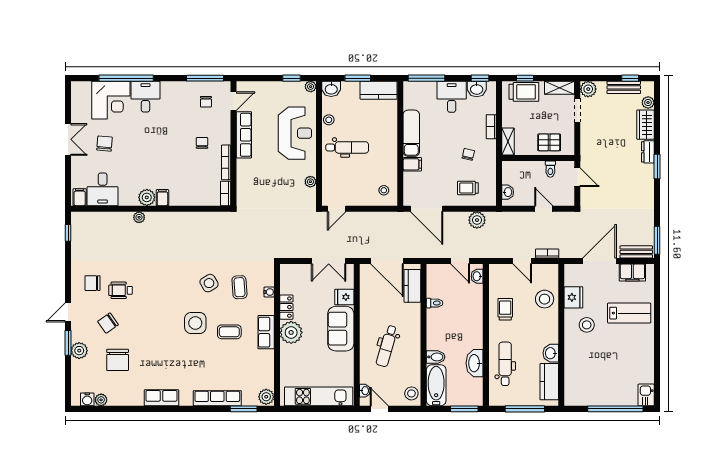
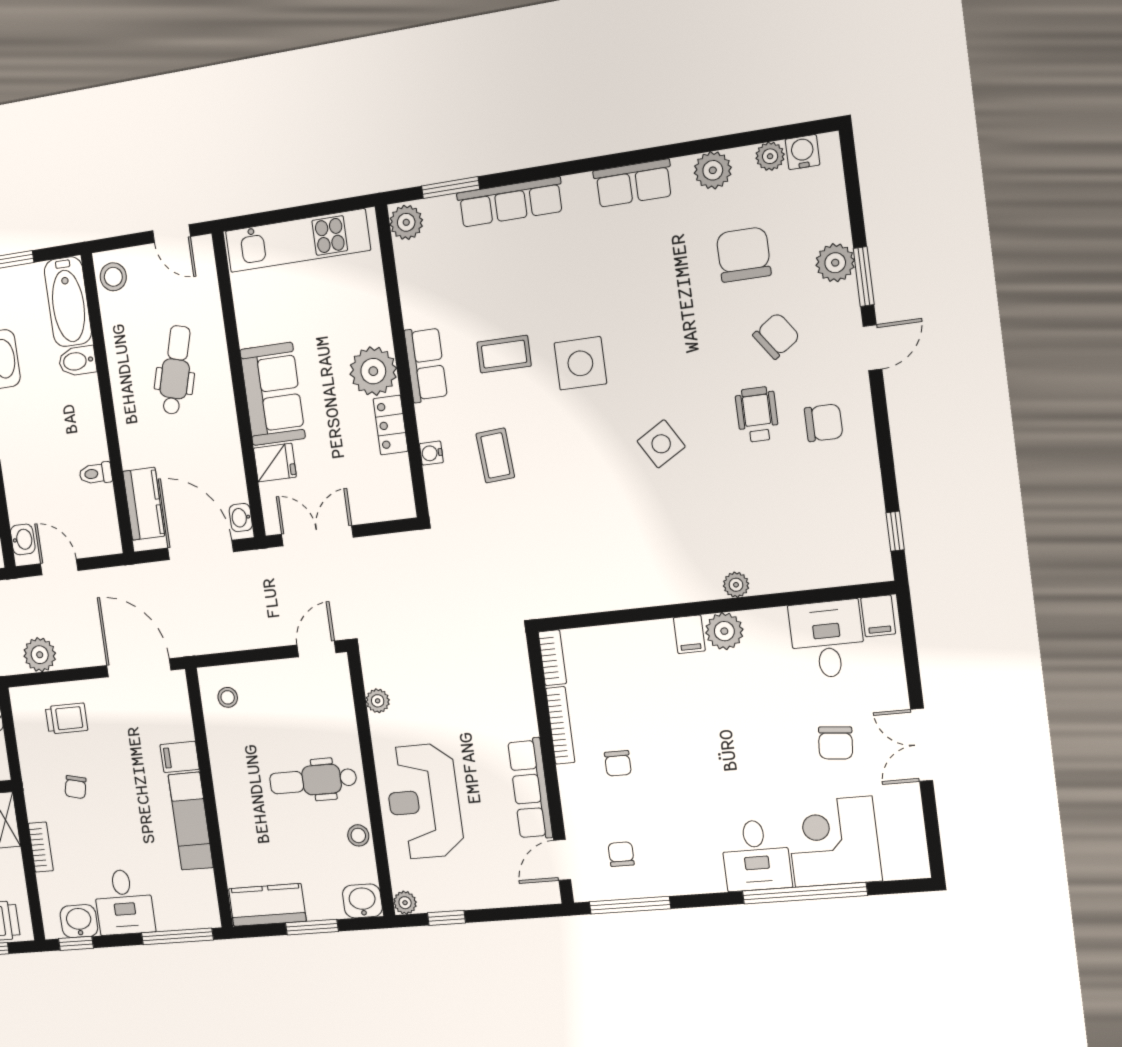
side table: (209, 283) -> (661, 444), moved
wheelchair: (121, 290) -> (757, 415), turned -90
washbasin: (365, 391) -> (241, 518), moved
plant: (126, 398) -> (713, 170), added

